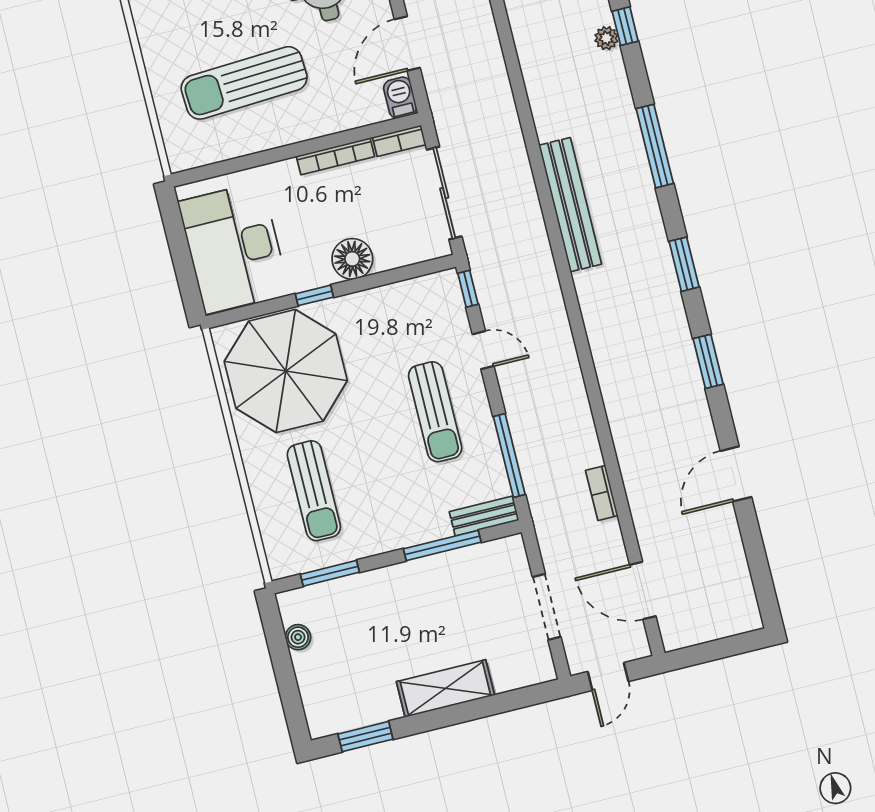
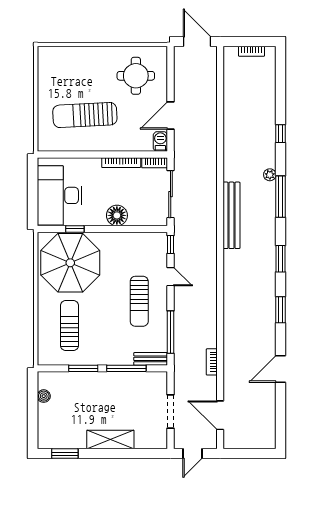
plant: (606, 38) -> (270, 175), moved
window: (314, 295) -> (75, 229), moved
sun lounger: (314, 491) -> (70, 326), turned 180
window: (330, 573) -> (83, 368), moved

